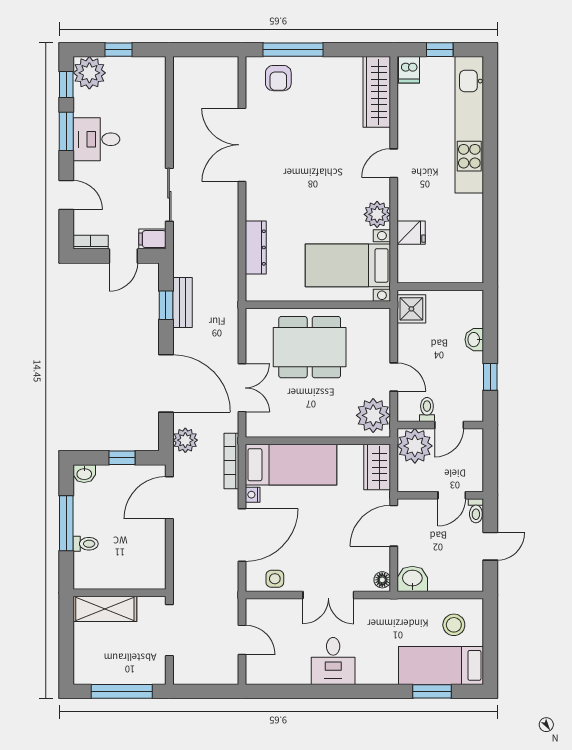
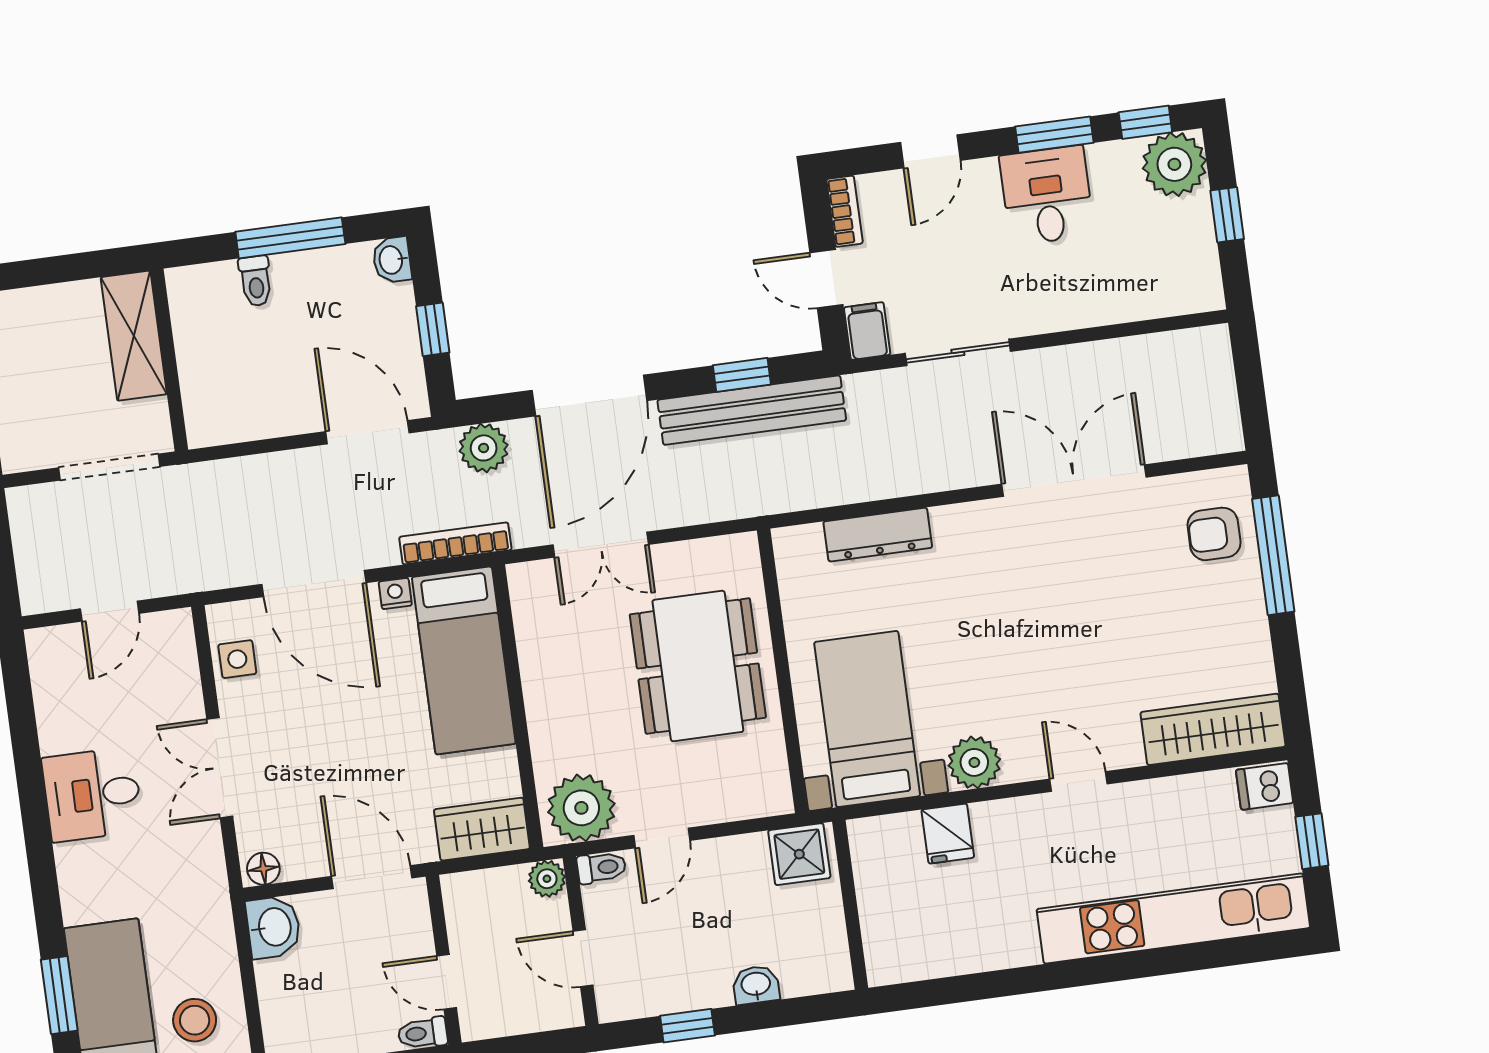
bench: (182, 303) -> (752, 410), width x1.86, depth x1.21
toilet: (427, 409) -> (601, 868), moved
plant: (415, 446) -> (547, 879), width x0.53, depth x0.53

